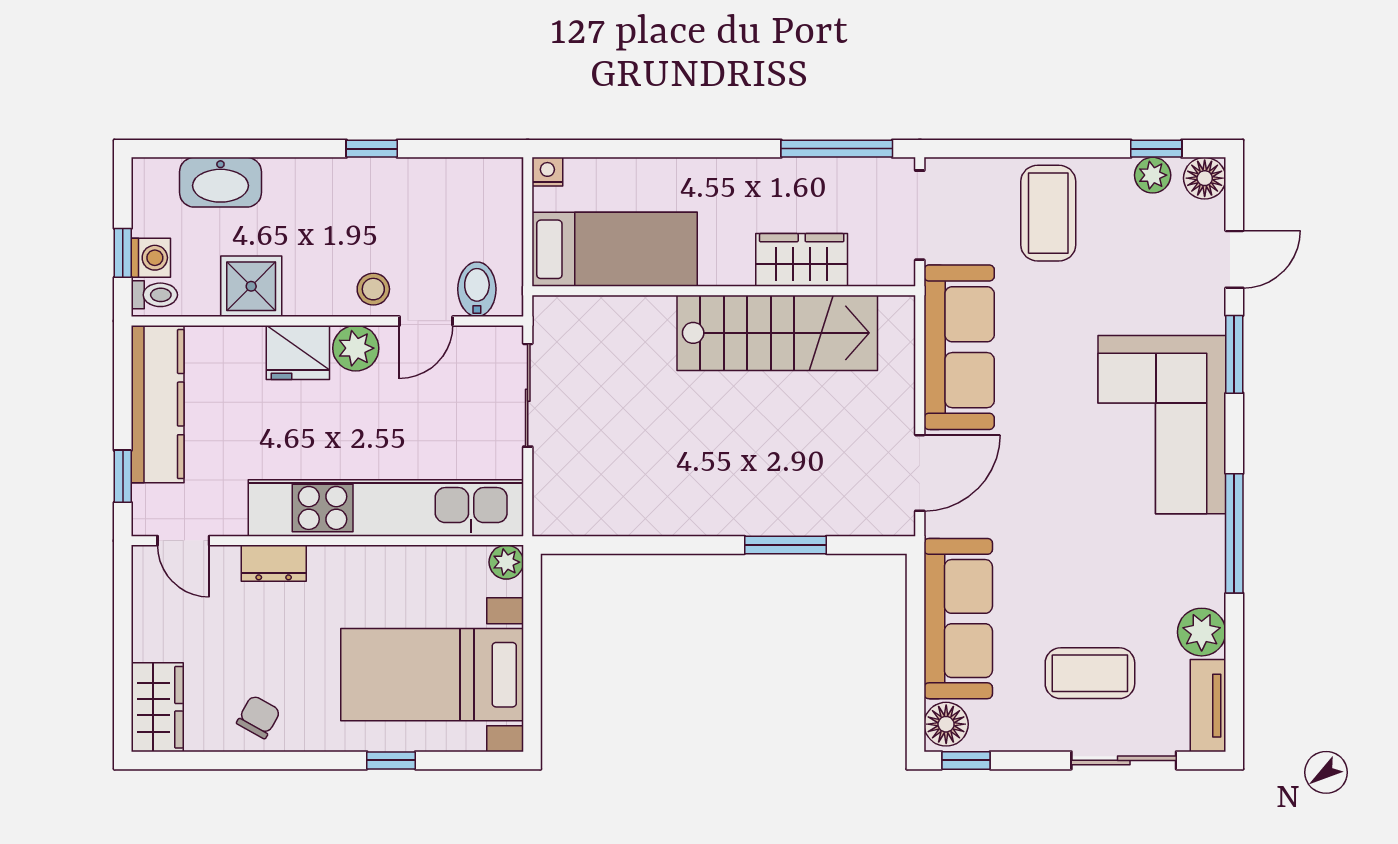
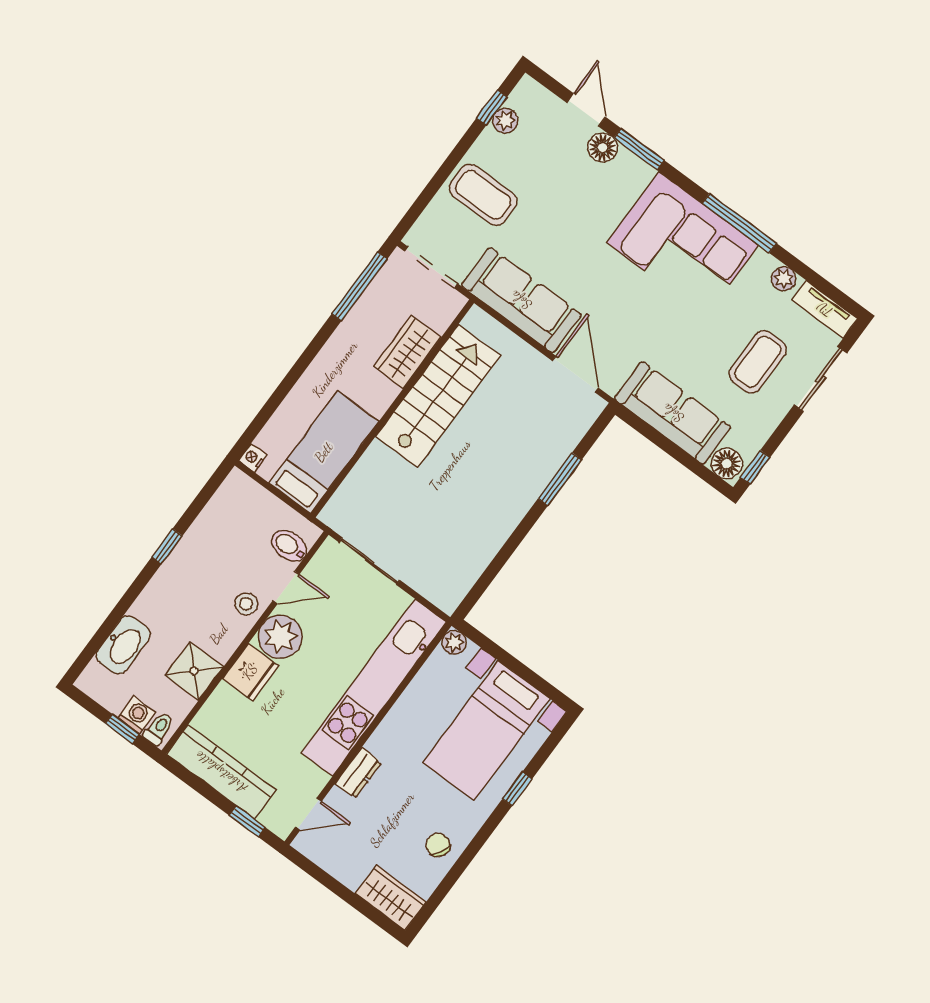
floor lamp: (1205, 178) -> (603, 148), moved
door: (426, 321) -> (286, 587), hinge flipped
plant: (356, 348) -> (280, 637), width x1.36, depth x1.36
corner sofa: (1162, 425) -> (683, 244), moved
plant: (1202, 632) -> (784, 279), width x0.73, depth x0.73

